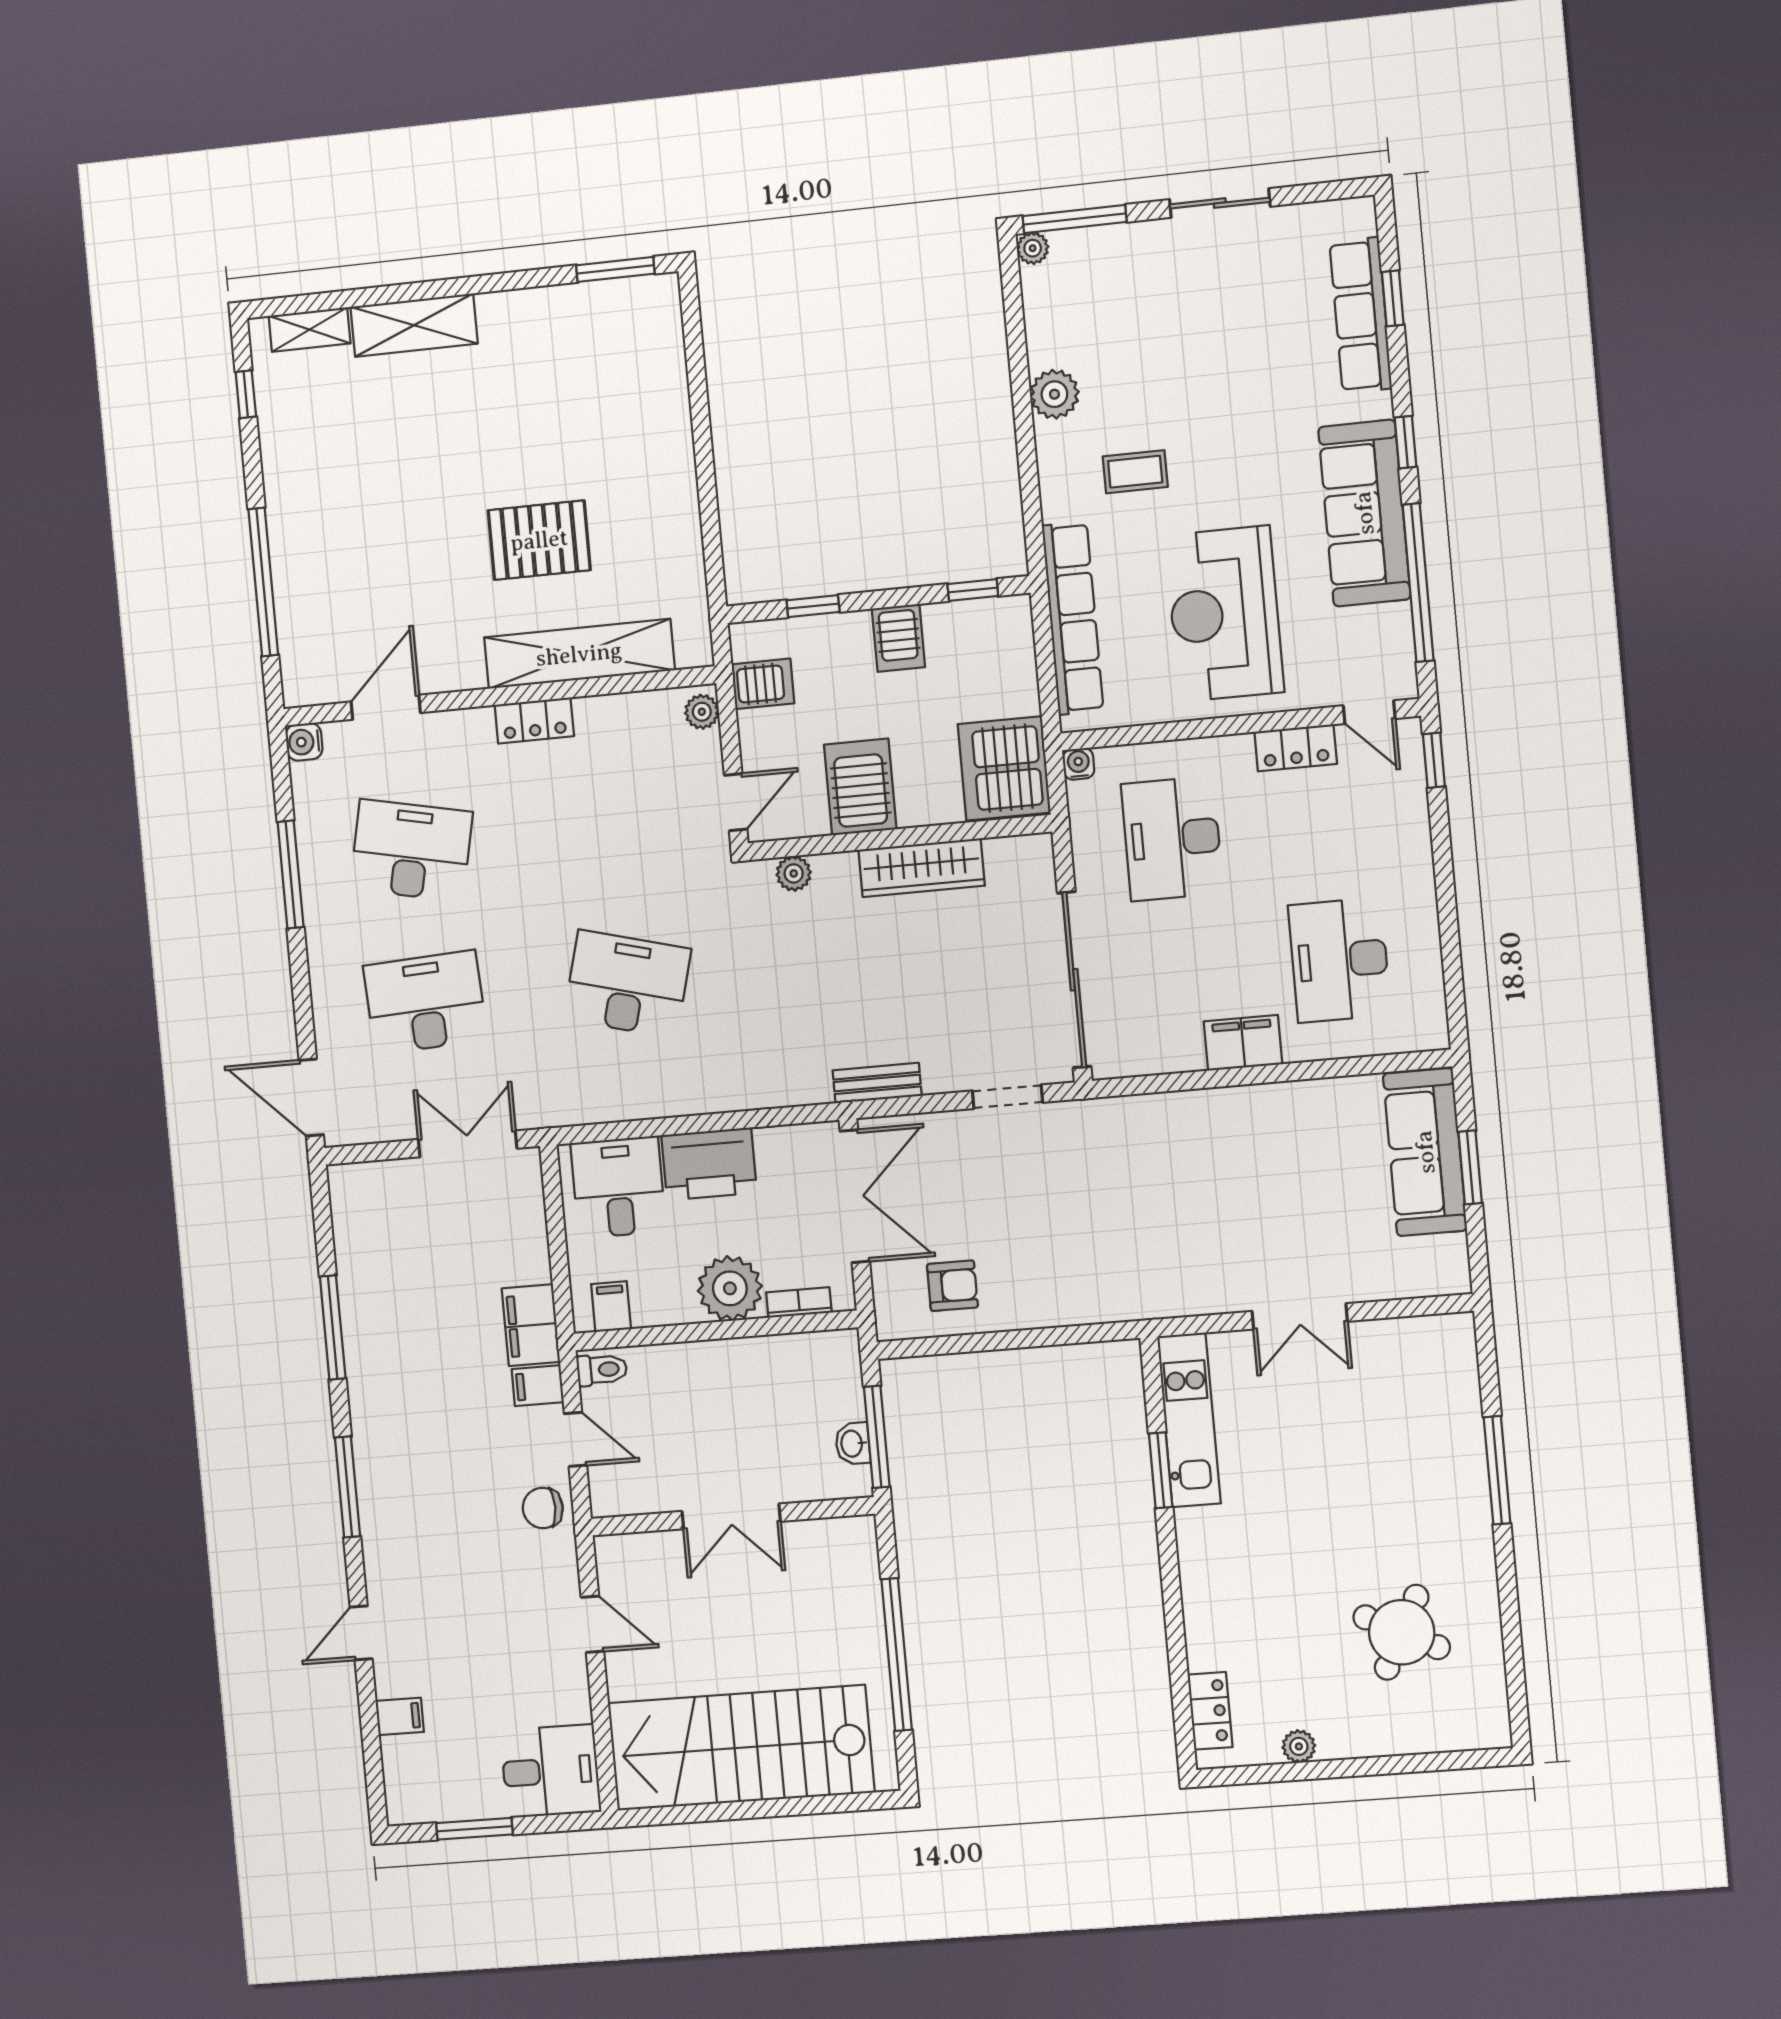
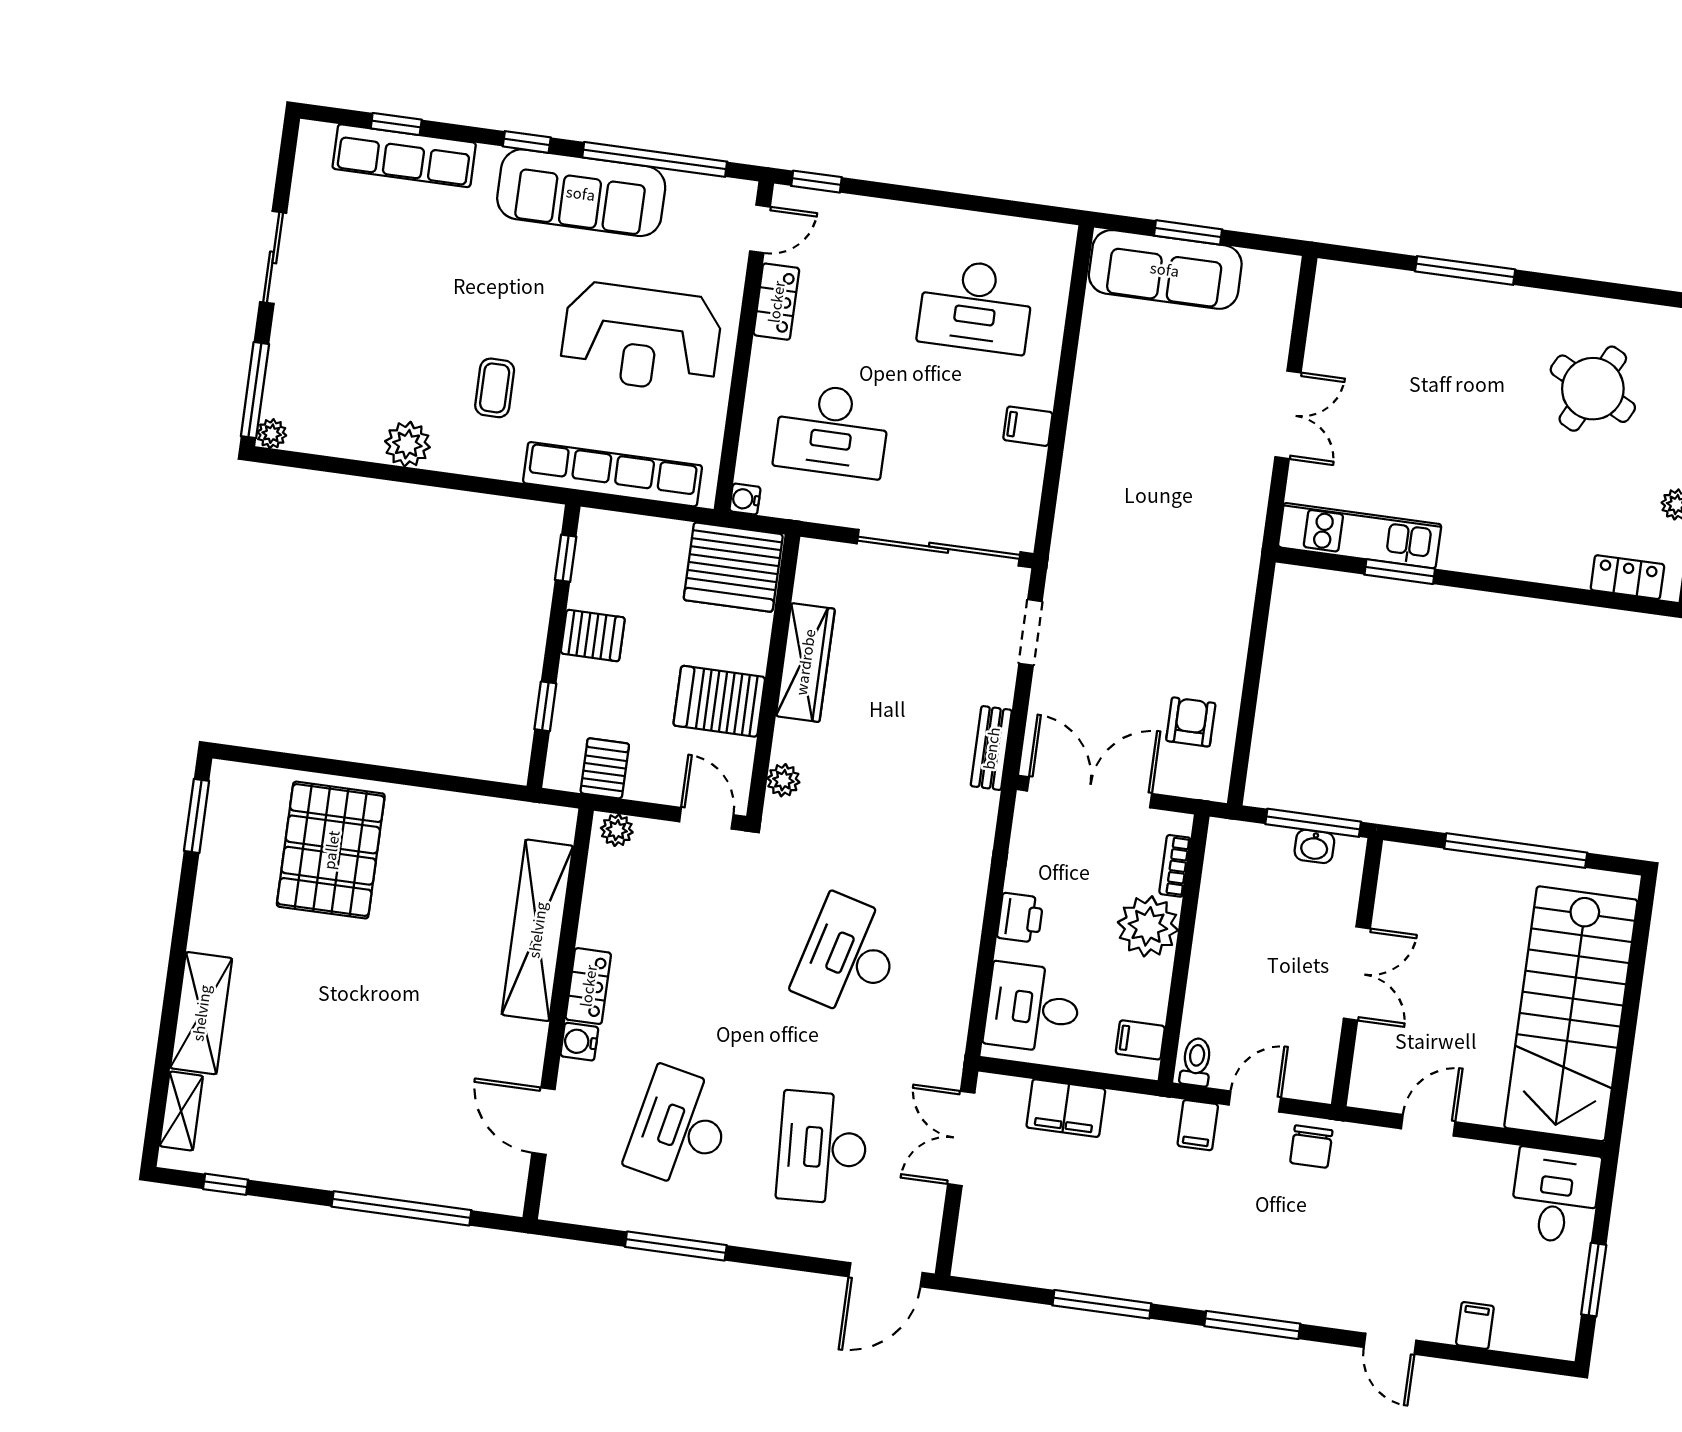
pallet: (539, 540) -> (331, 850), moved, width x1.37, depth x1.41
water cooler: (304, 742) -> (579, 1042), moved, turned 90
filing cabinet: (1243, 1043) -> (1028, 426), width x0.50
printer: (709, 1164) -> (1020, 918), width x0.53, depth x0.68
filing cabinet: (531, 1325) -> (1066, 1108), moved

